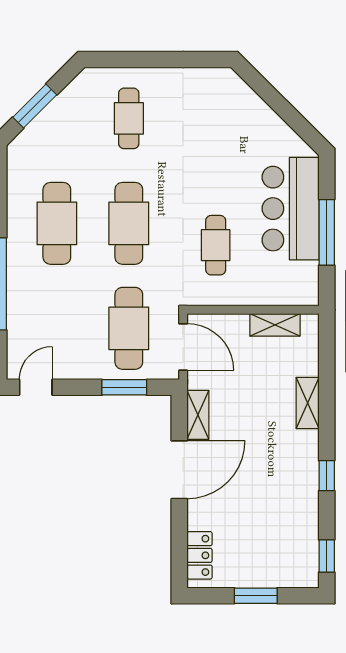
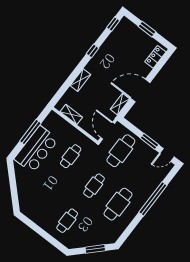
cafe table: (129, 223) -> (94, 186), width x0.73, depth x0.74
window: (124, 387) -> (149, 141), moved

